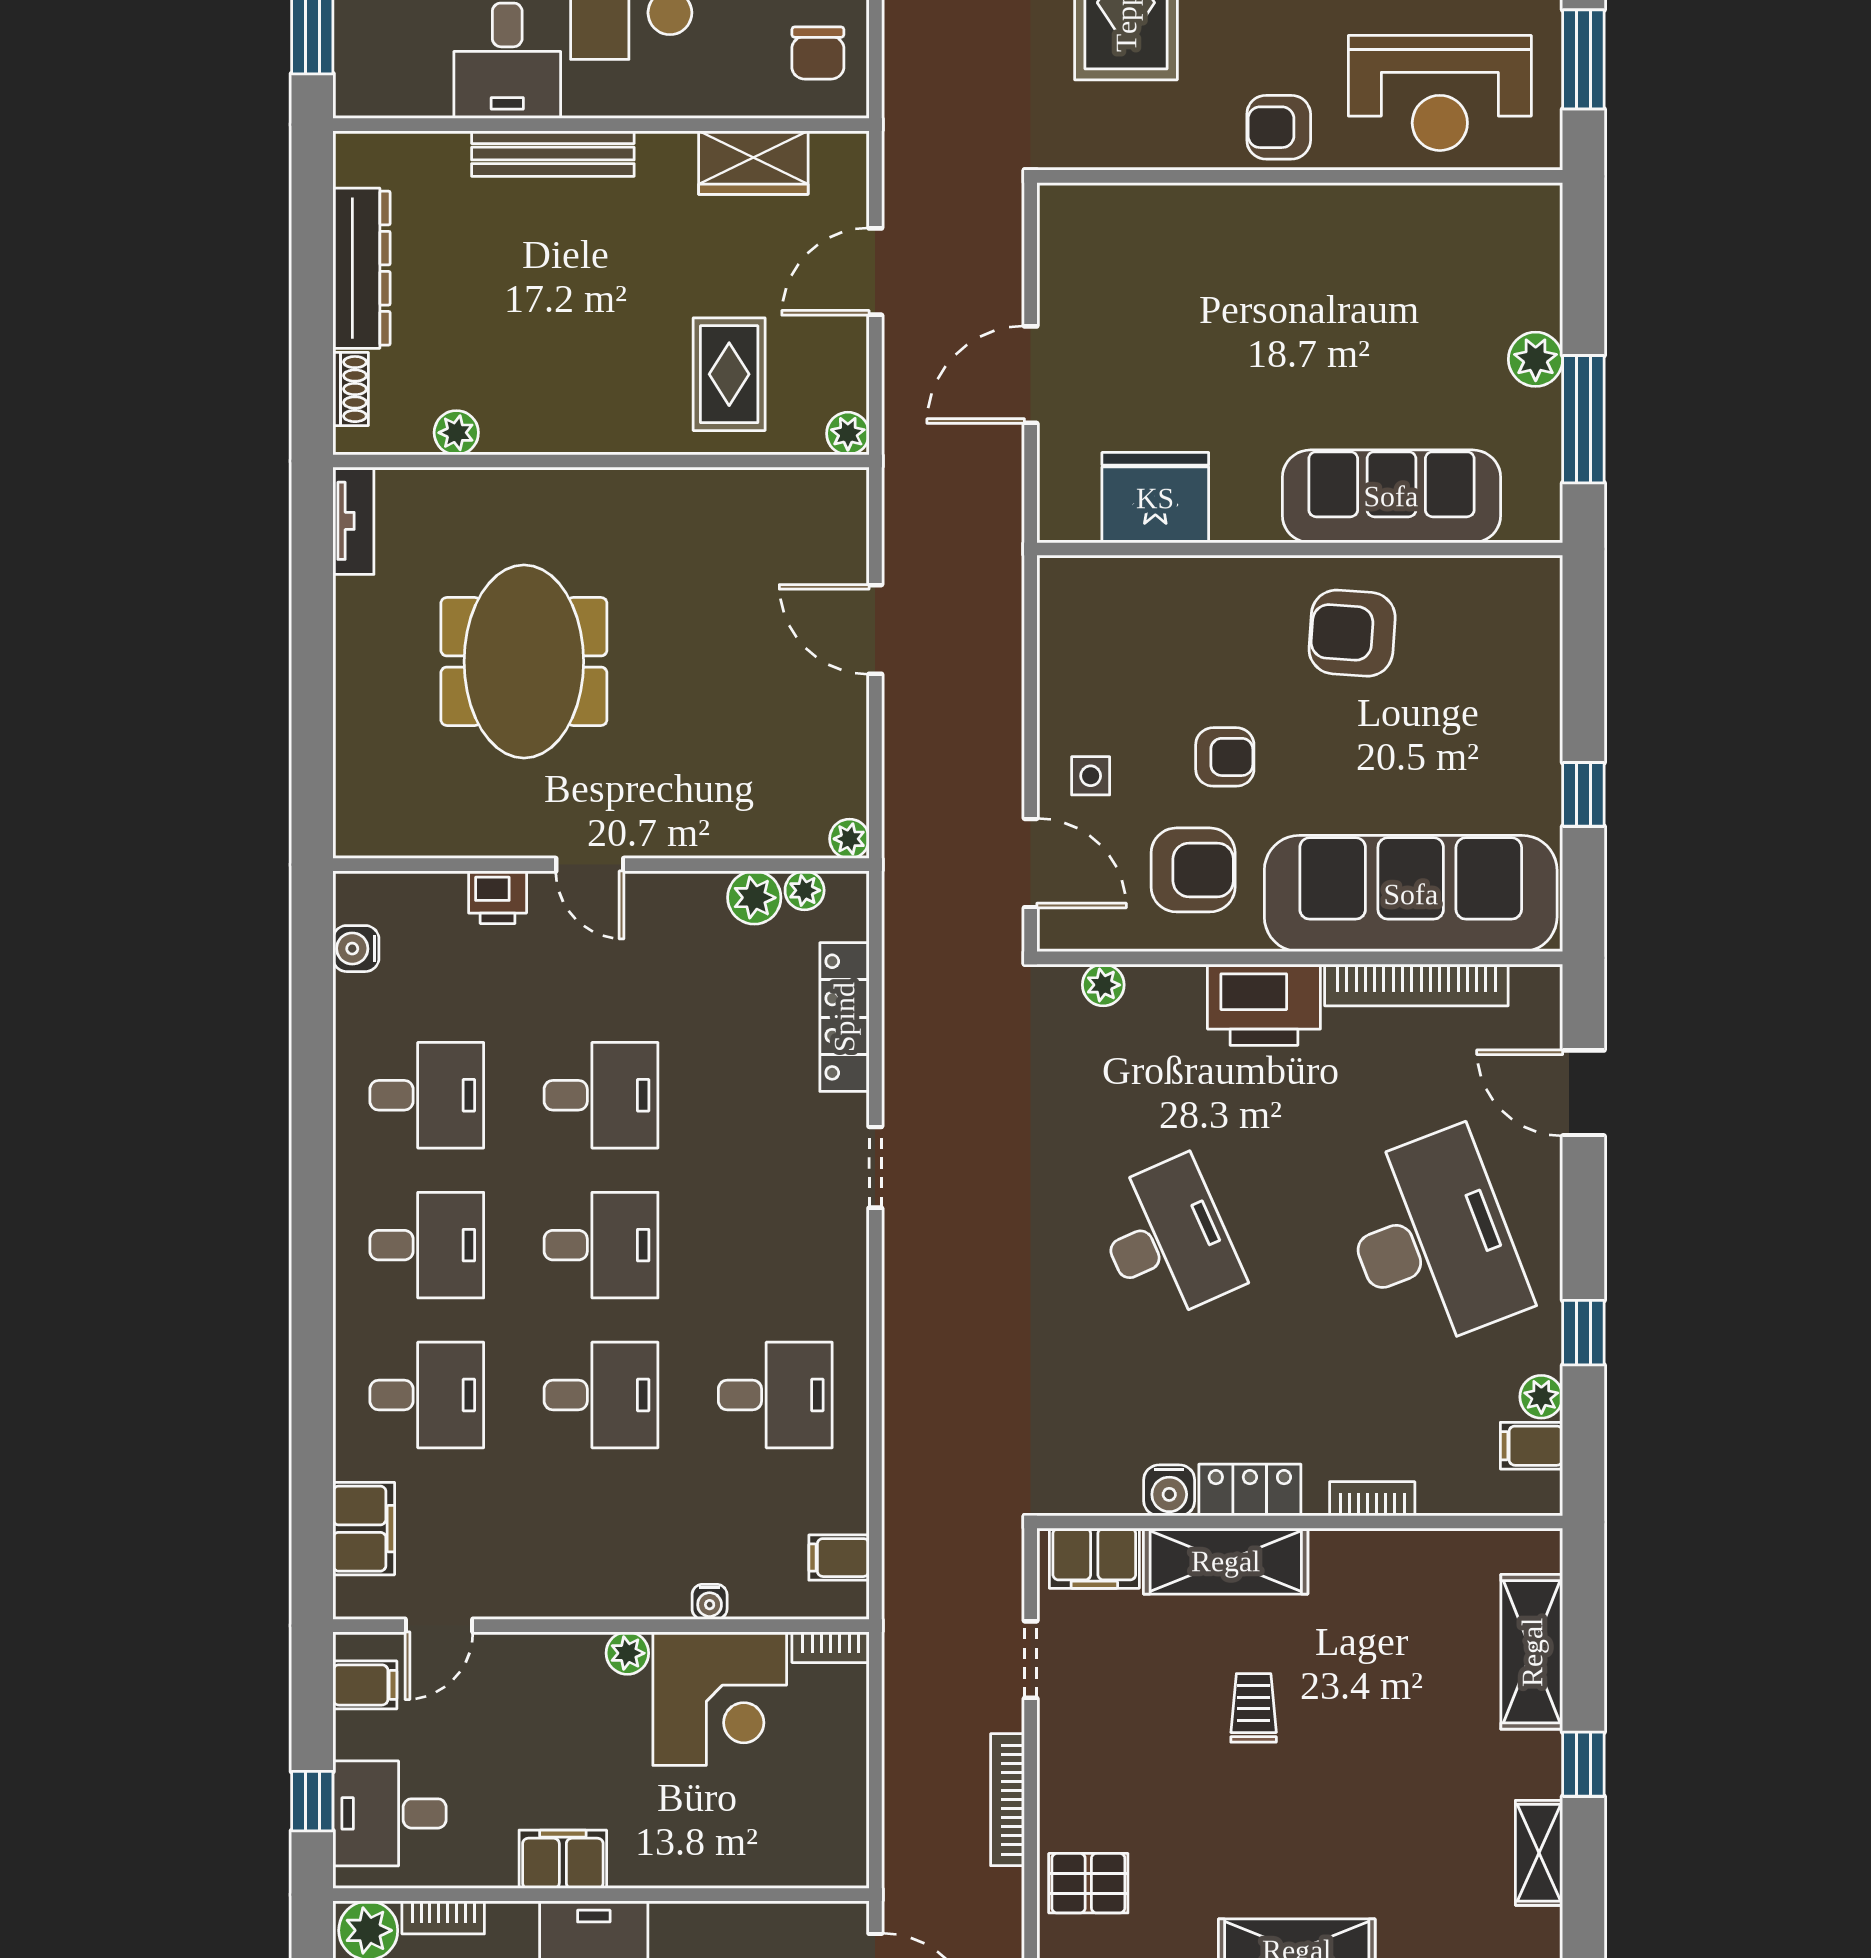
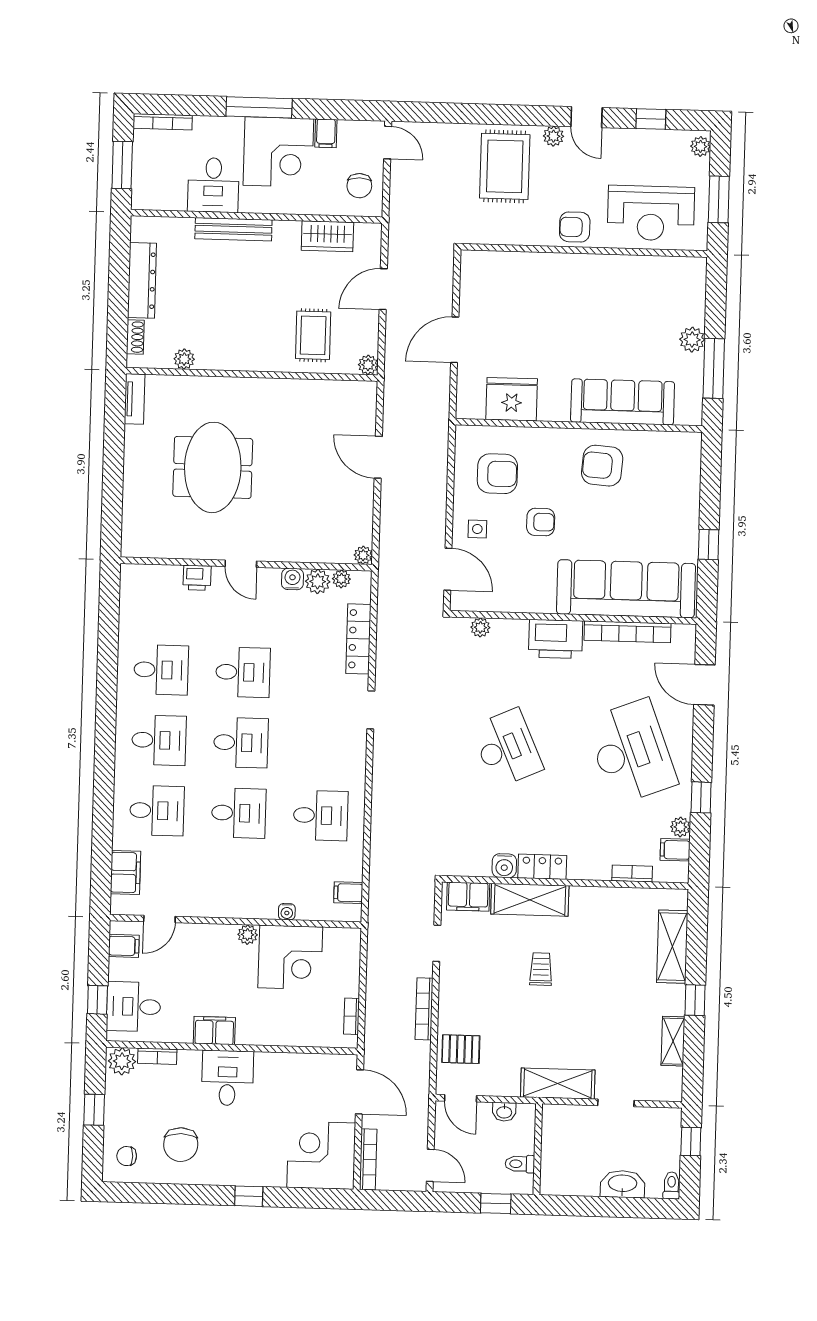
armchair: (1193, 870) -> (497, 474), moved
water cooler: (356, 949) -> (292, 579), moved, turned 90
bookcase: (1372, 1499) -> (632, 873), moved
bookcase: (831, 1647) -> (351, 1016), moved, turned 90

